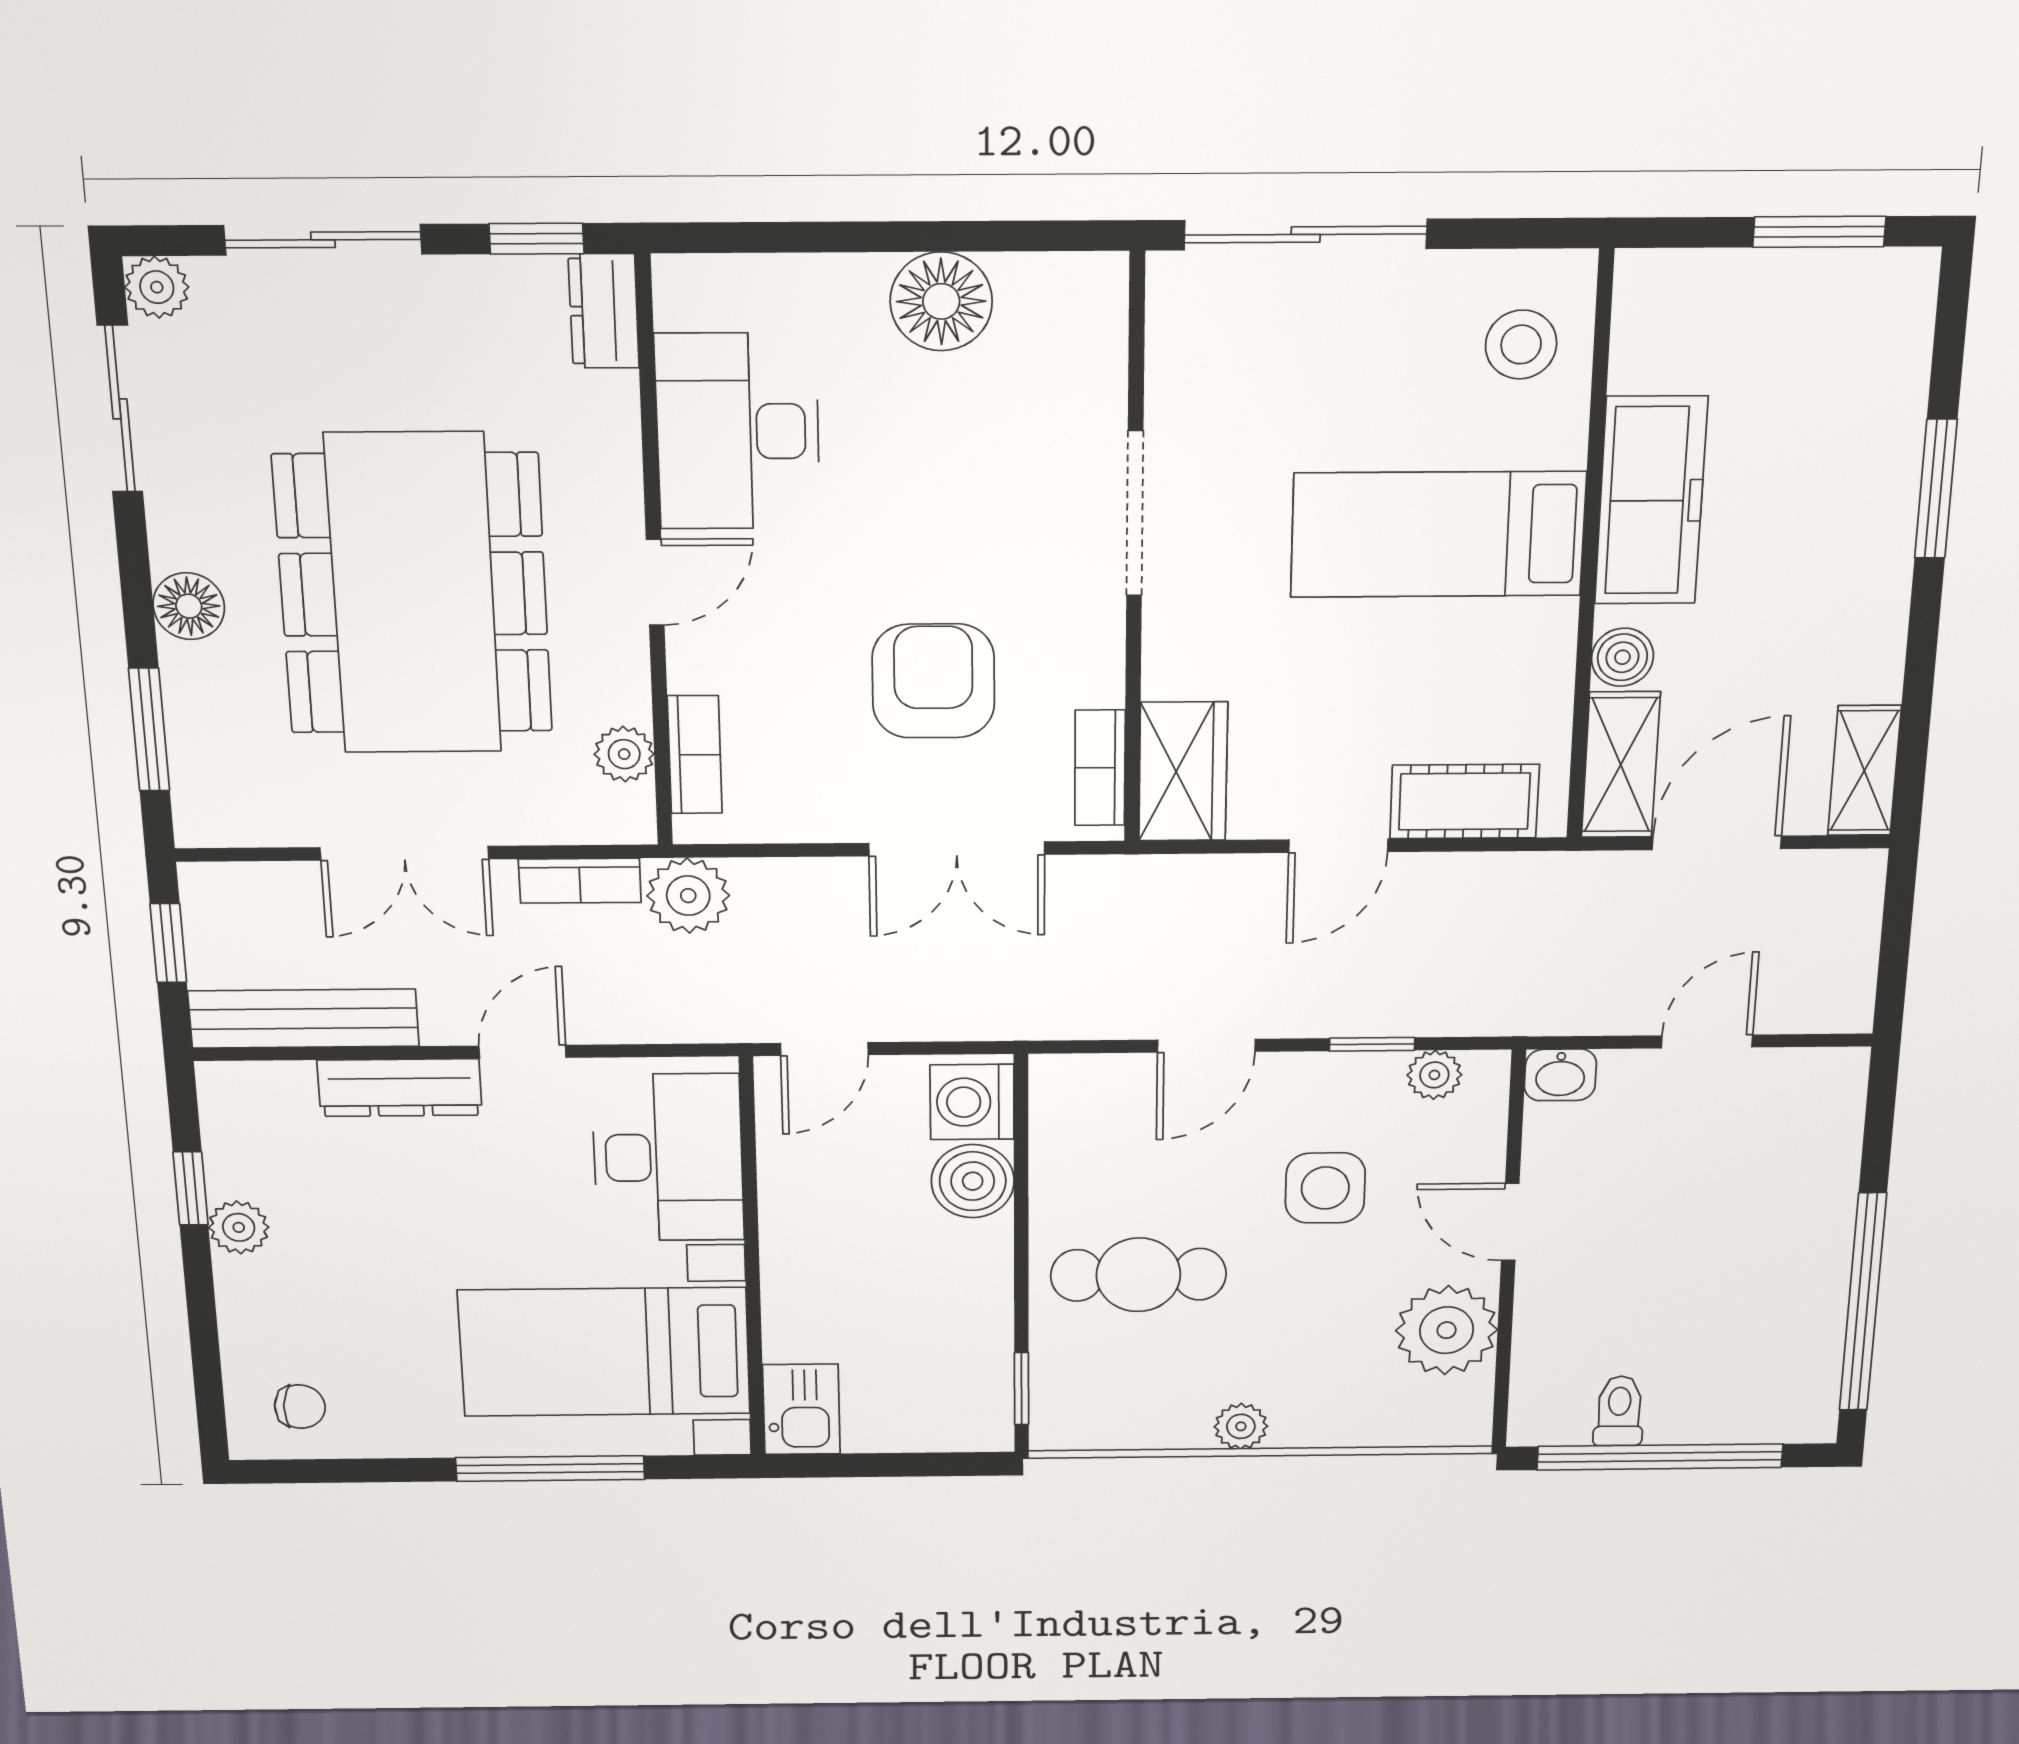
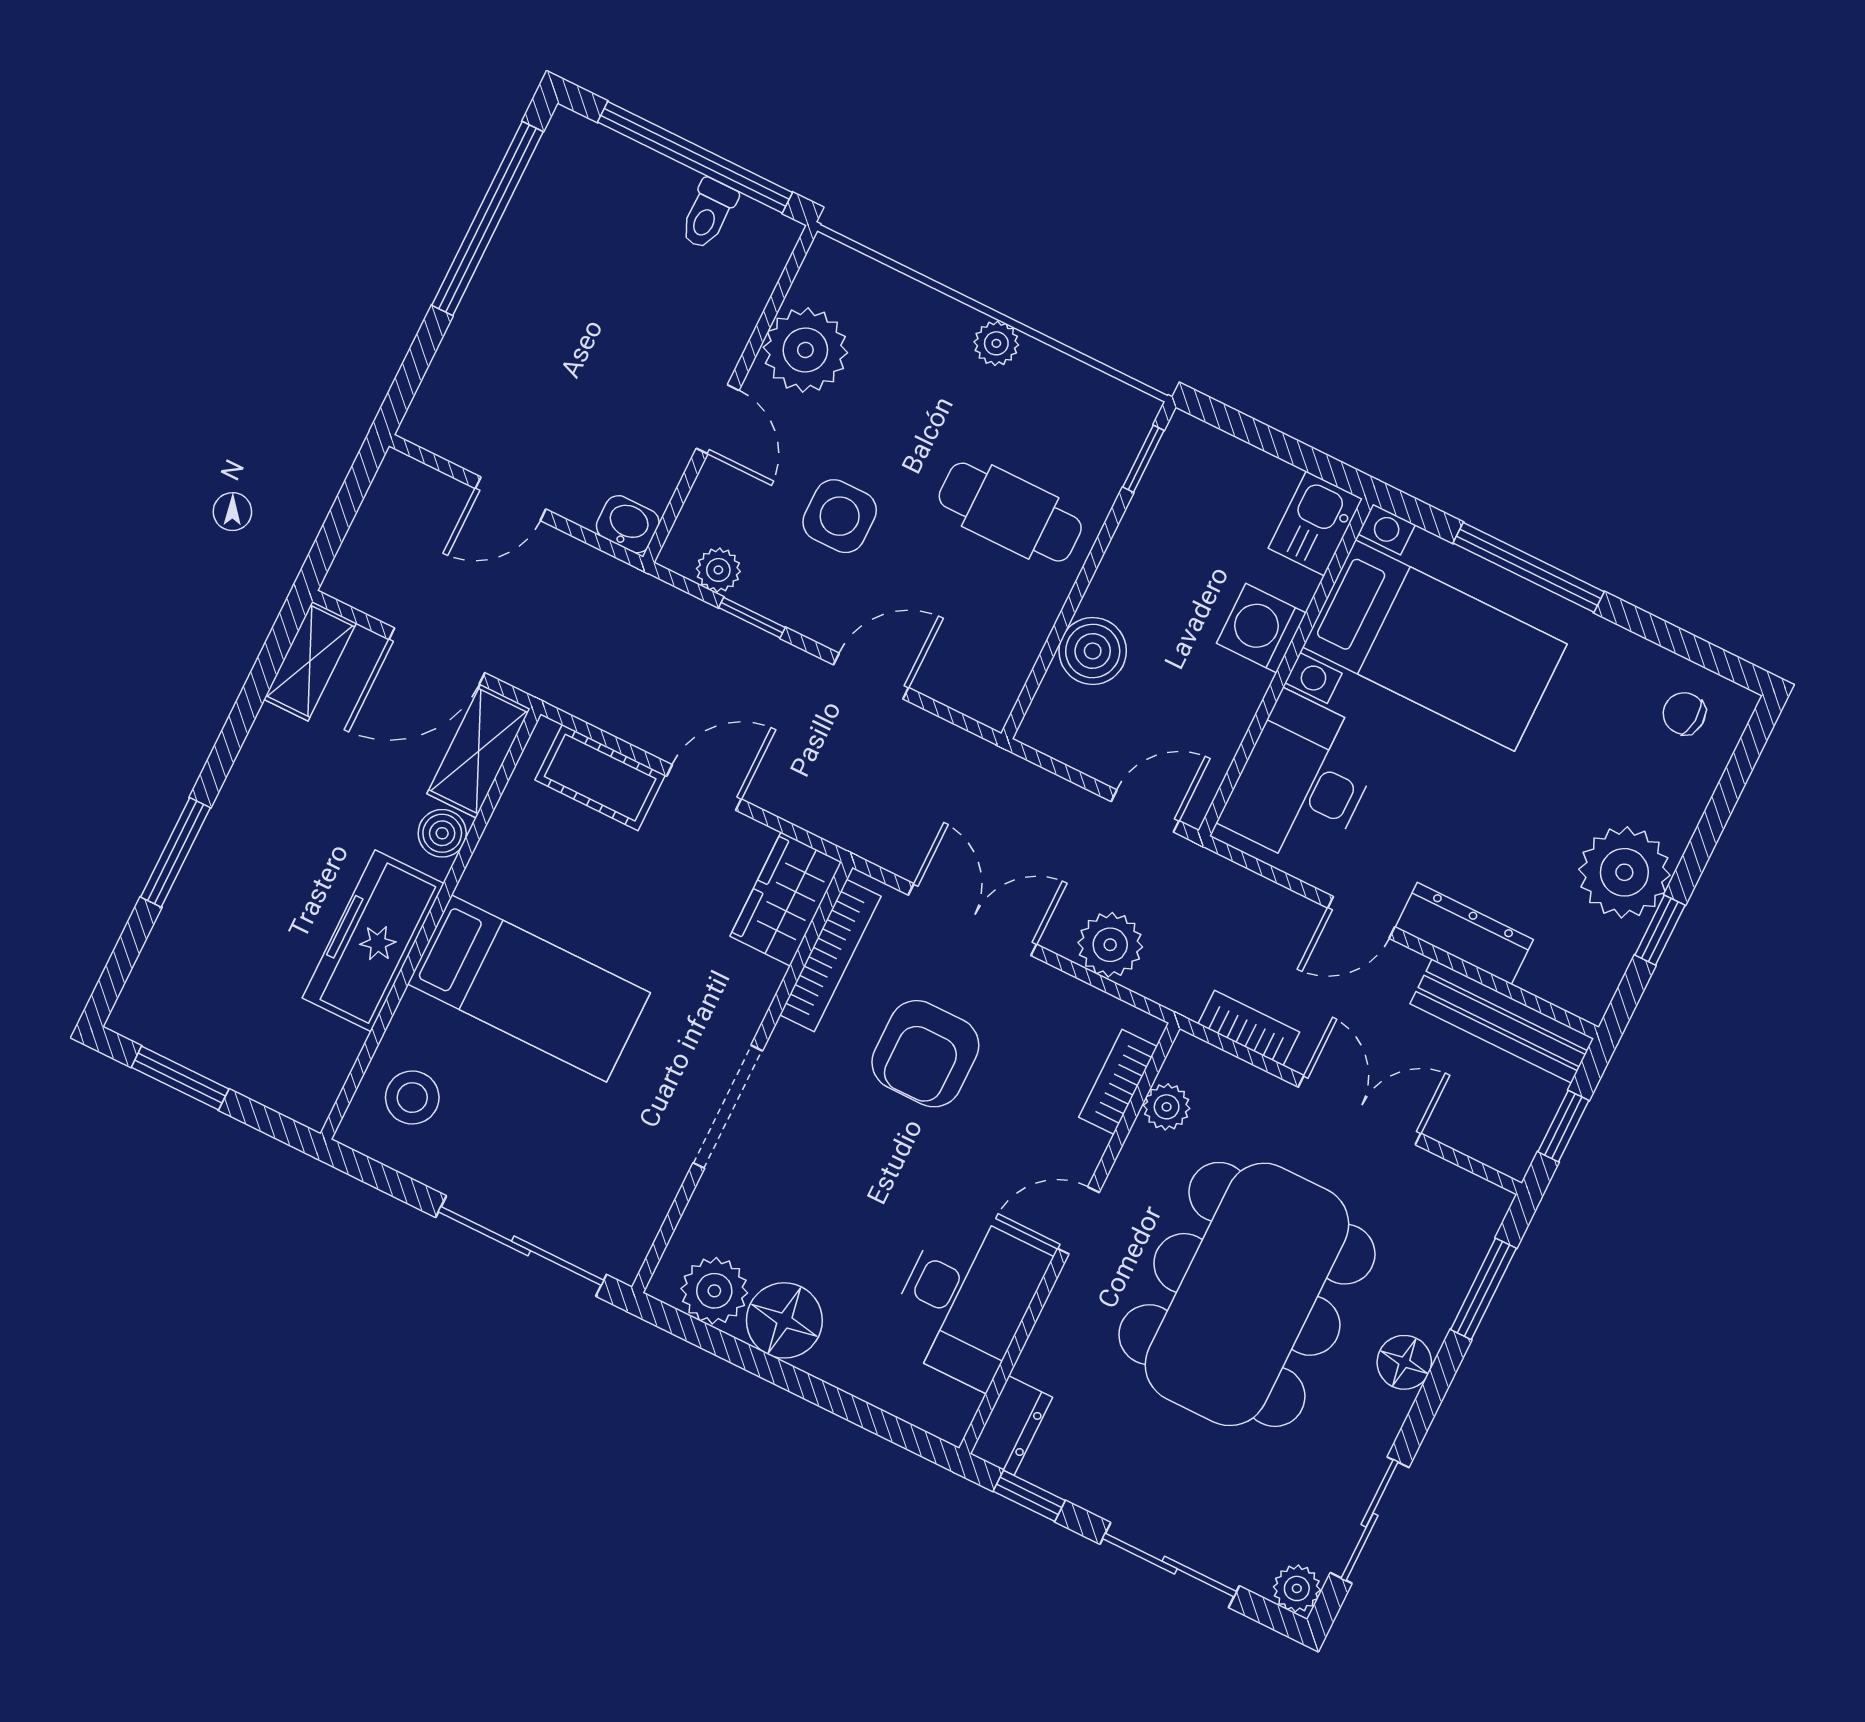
plant: (1044, 295) -> (714, 1291), added
bookcase: (1100, 768) -> (830, 956), width x1.56
plant: (688, 896) -> (1110, 945), moved
washing machine: (972, 1102) -> (1261, 628), moved, turned 180
plant: (239, 1227) -> (1624, 872), width x1.87, depth x1.87

